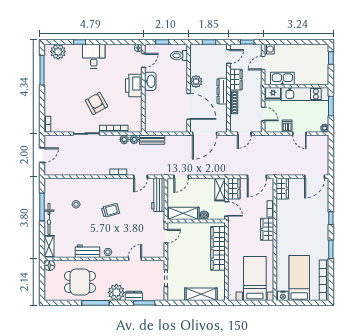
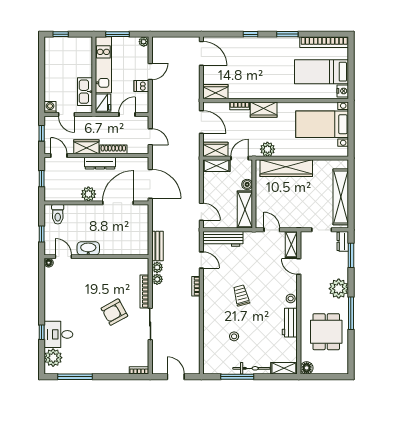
desk: (94, 56) -> (58, 334), moved
printer: (134, 86) -> (93, 268), removed
plant: (234, 232) -> (267, 149), added
shelving: (153, 253) -> (291, 245), added
shelving: (201, 294) -> (341, 197), width x1.47
dresser: (134, 296) -> (343, 241), moved

